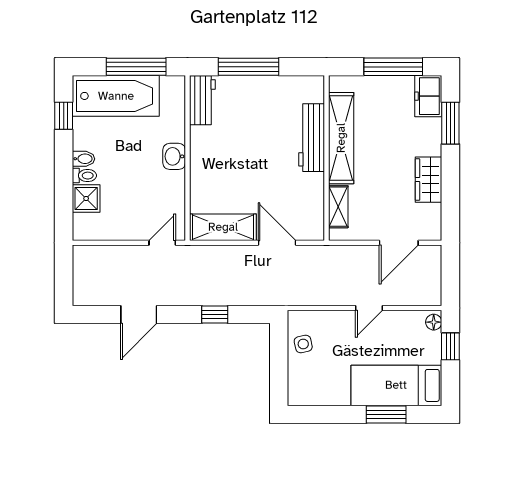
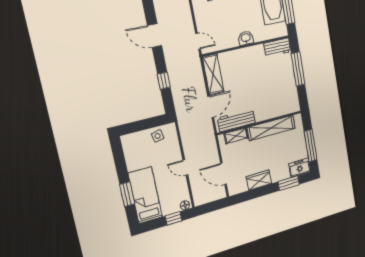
workbench: (312, 138) -> (236, 120), moved

